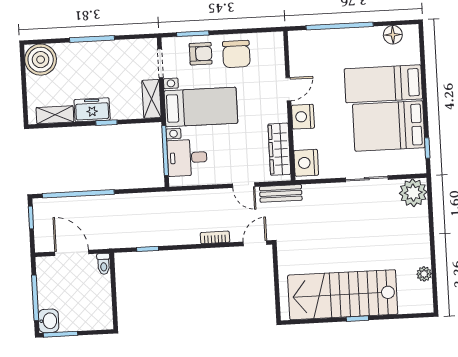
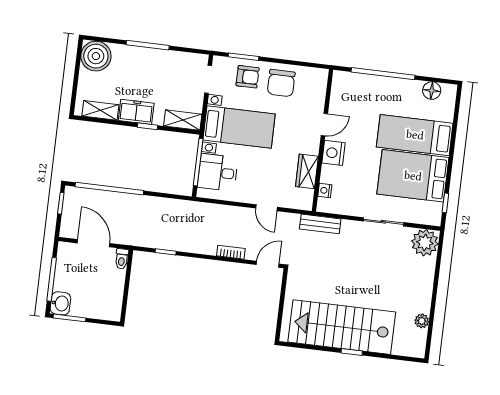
shelving: (151, 99) -> (183, 120), moved, turned 90
wardrobe: (279, 149) -> (307, 171), width x0.67
nightstand: (306, 163) -> (325, 190), width x0.53, depth x0.56
bench: (281, 193) -> (320, 224), moved

